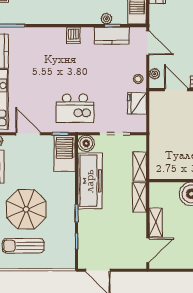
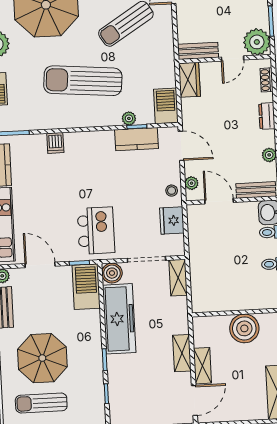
dishwasher: (73, 35) -> (55, 143), moved
kitchen island: (75, 108) -> (96, 231), turned -90
shelving: (140, 167) -> (178, 278), moved
shelving: (140, 197) -> (182, 353), moved

